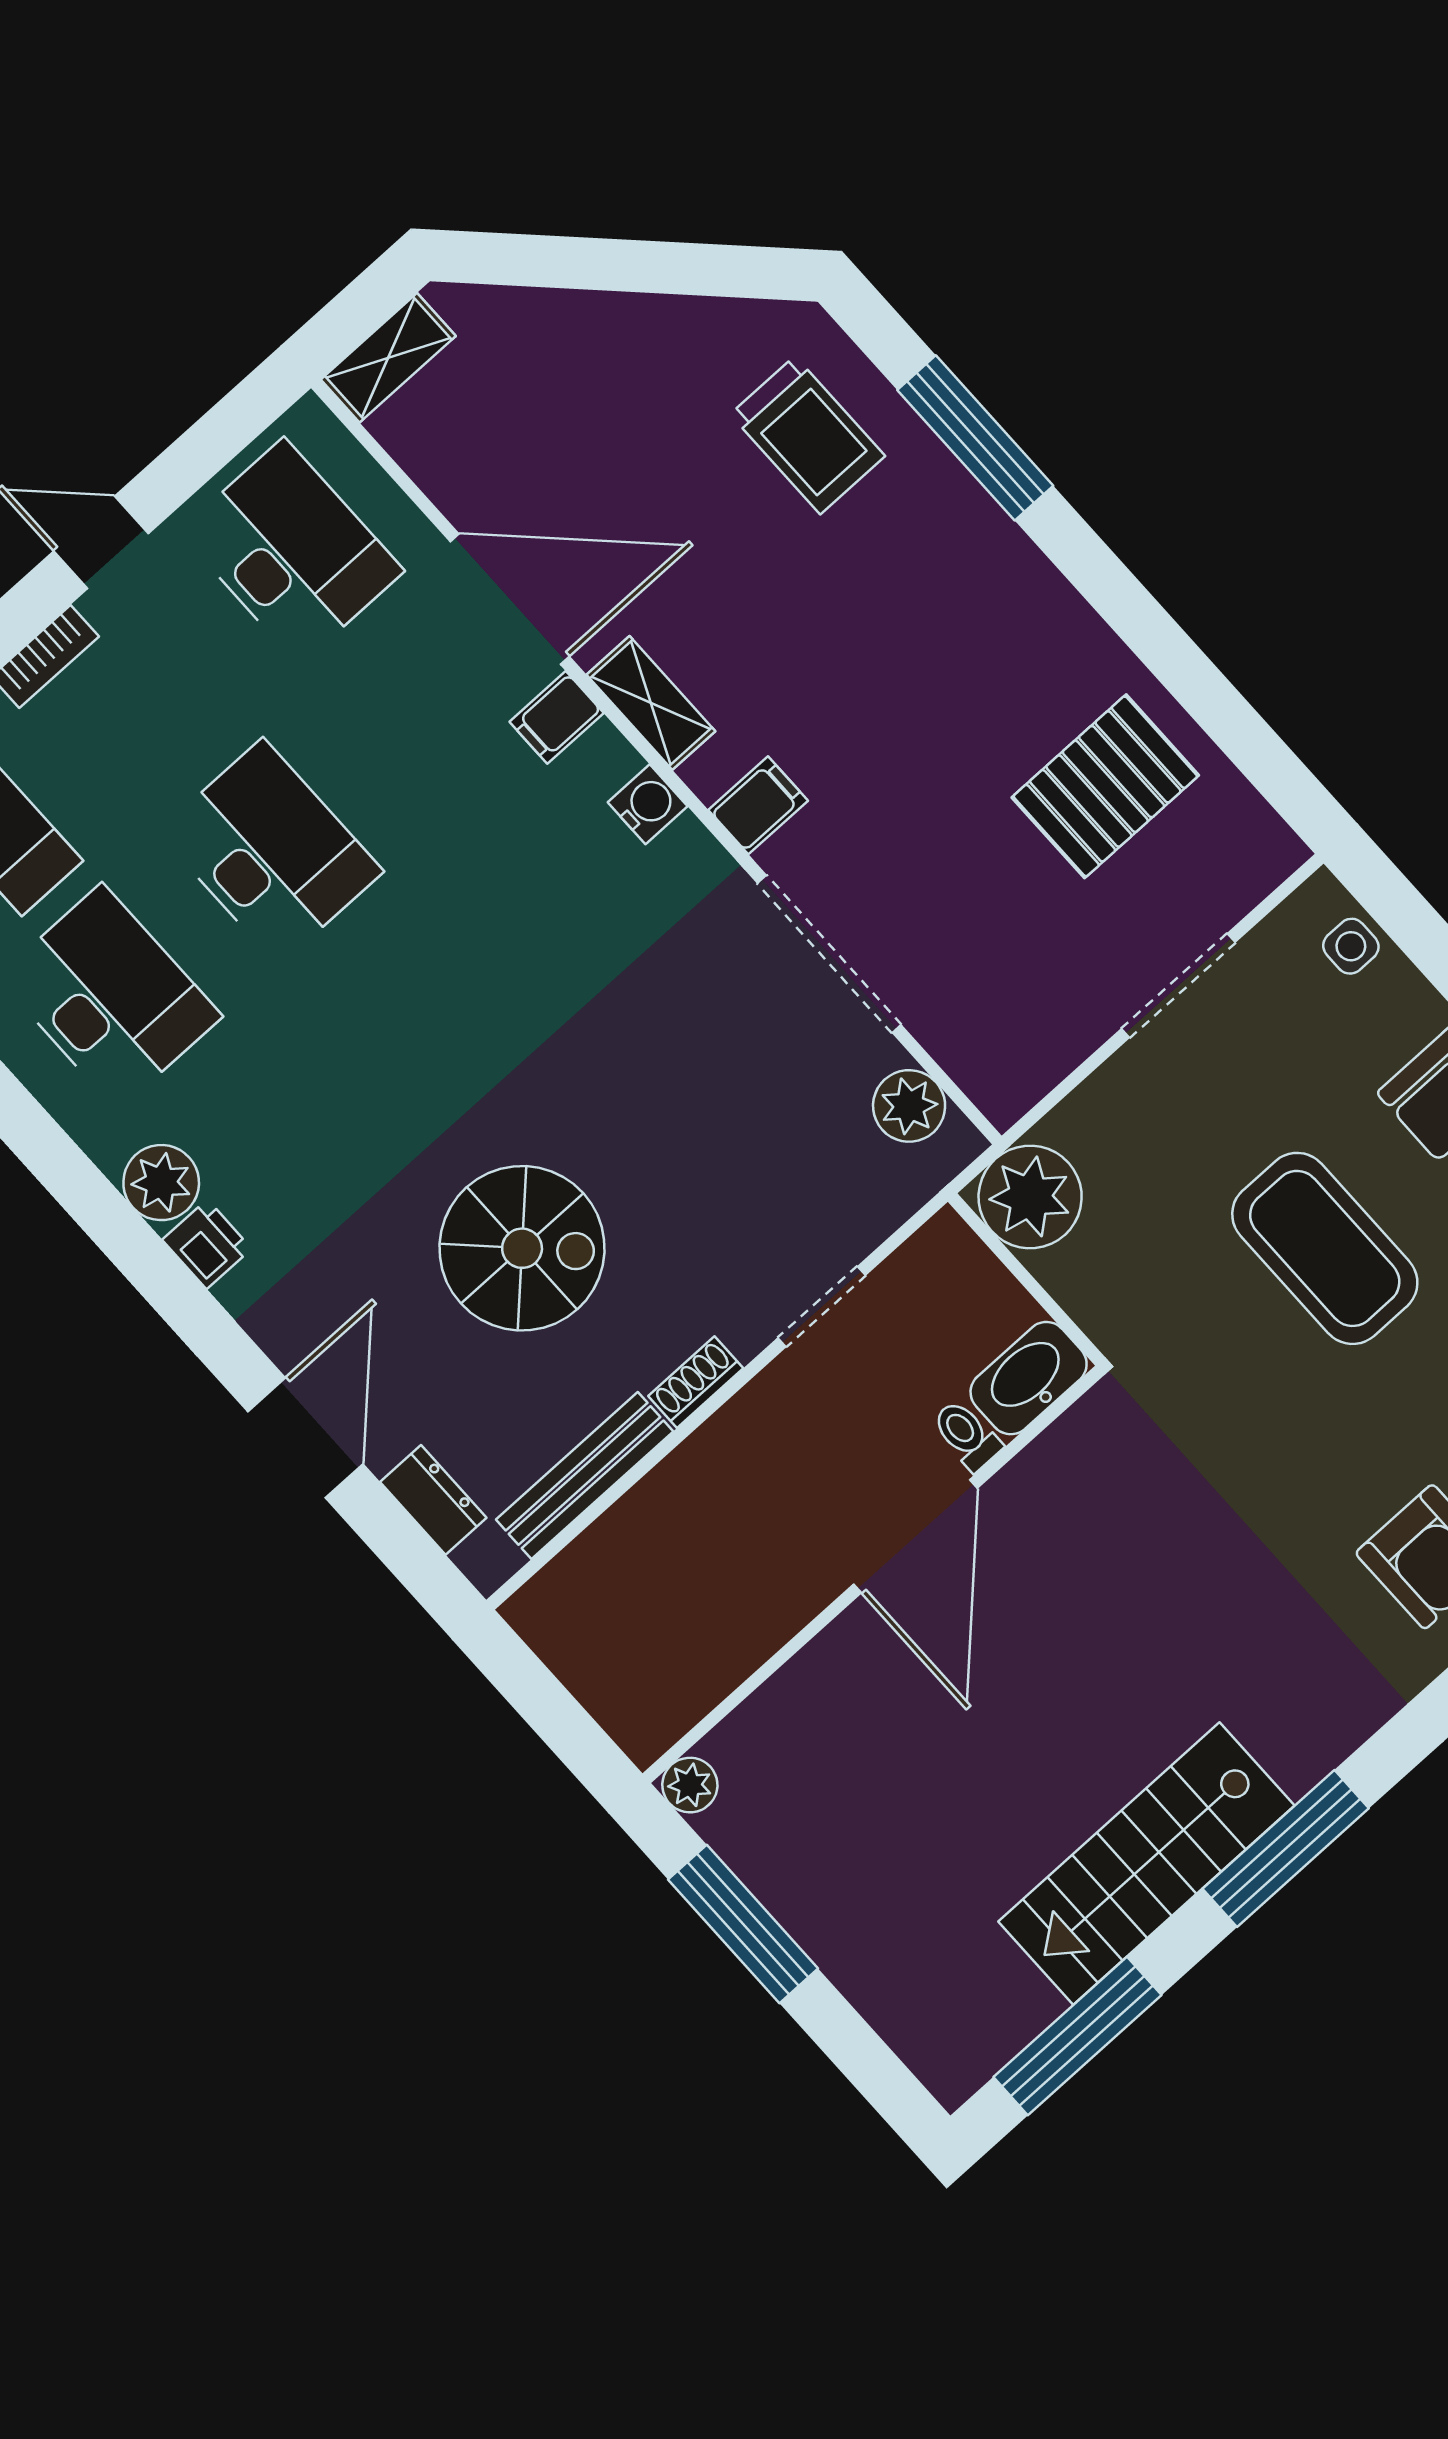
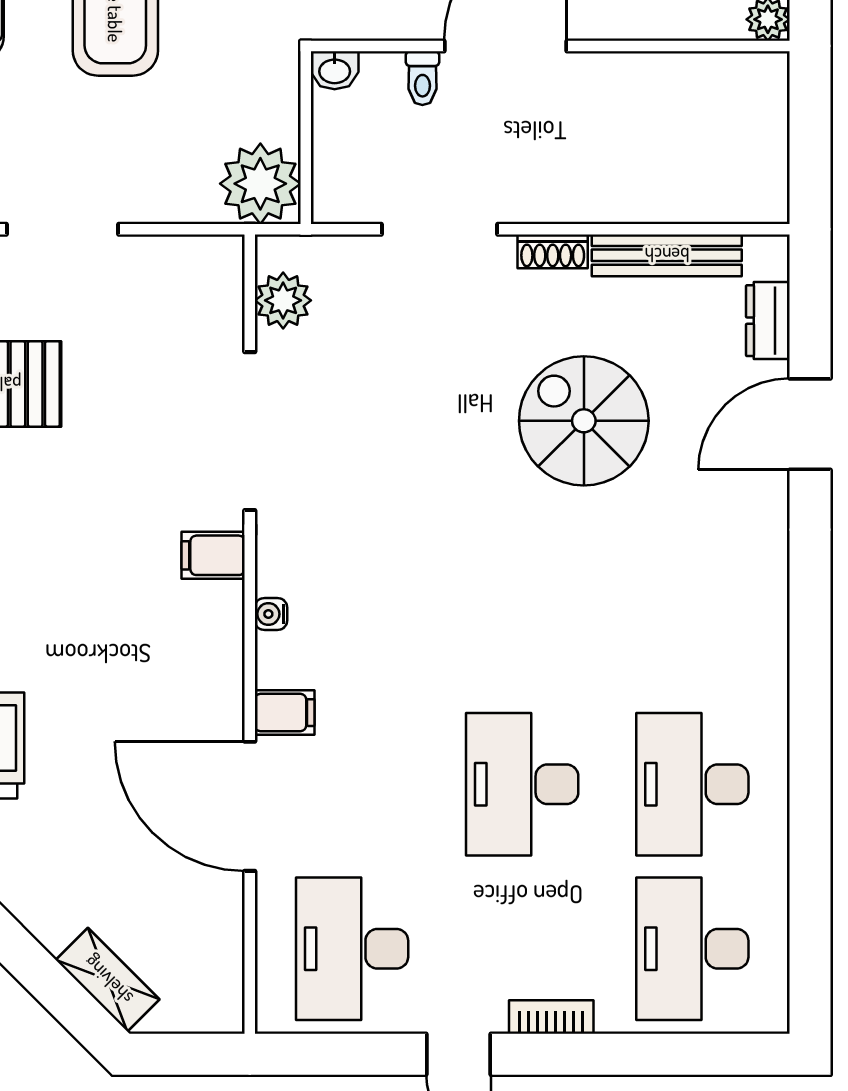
shelving: (388, 358) -> (108, 980), moved, turned 45
shelving: (651, 703) -> (222, 671), removed
water cooler: (648, 804) -> (271, 614), width x0.72, depth x0.72
plant: (161, 1183) -> (760, 649), removed
printer: (207, 1244) -> (766, 589), removed
doorway: (822, 1307) -> (439, 229), width x1.38
washbasin: (1029, 1378) -> (335, 70), width x0.52, depth x0.69

